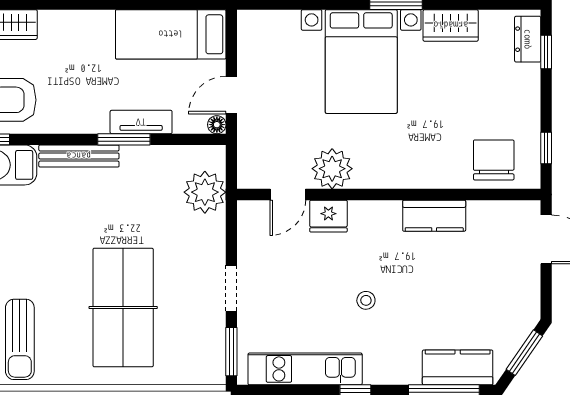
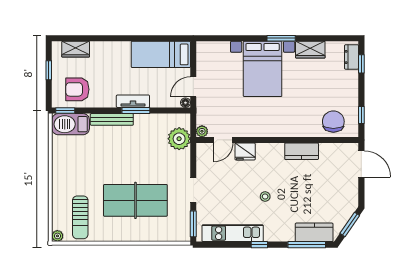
tv unit: (141, 122) -> (133, 101), moved
plant: (332, 169) -> (202, 131), moved, width x0.53, depth x0.53
table tennis table: (123, 308) -> (135, 200), turned 90

